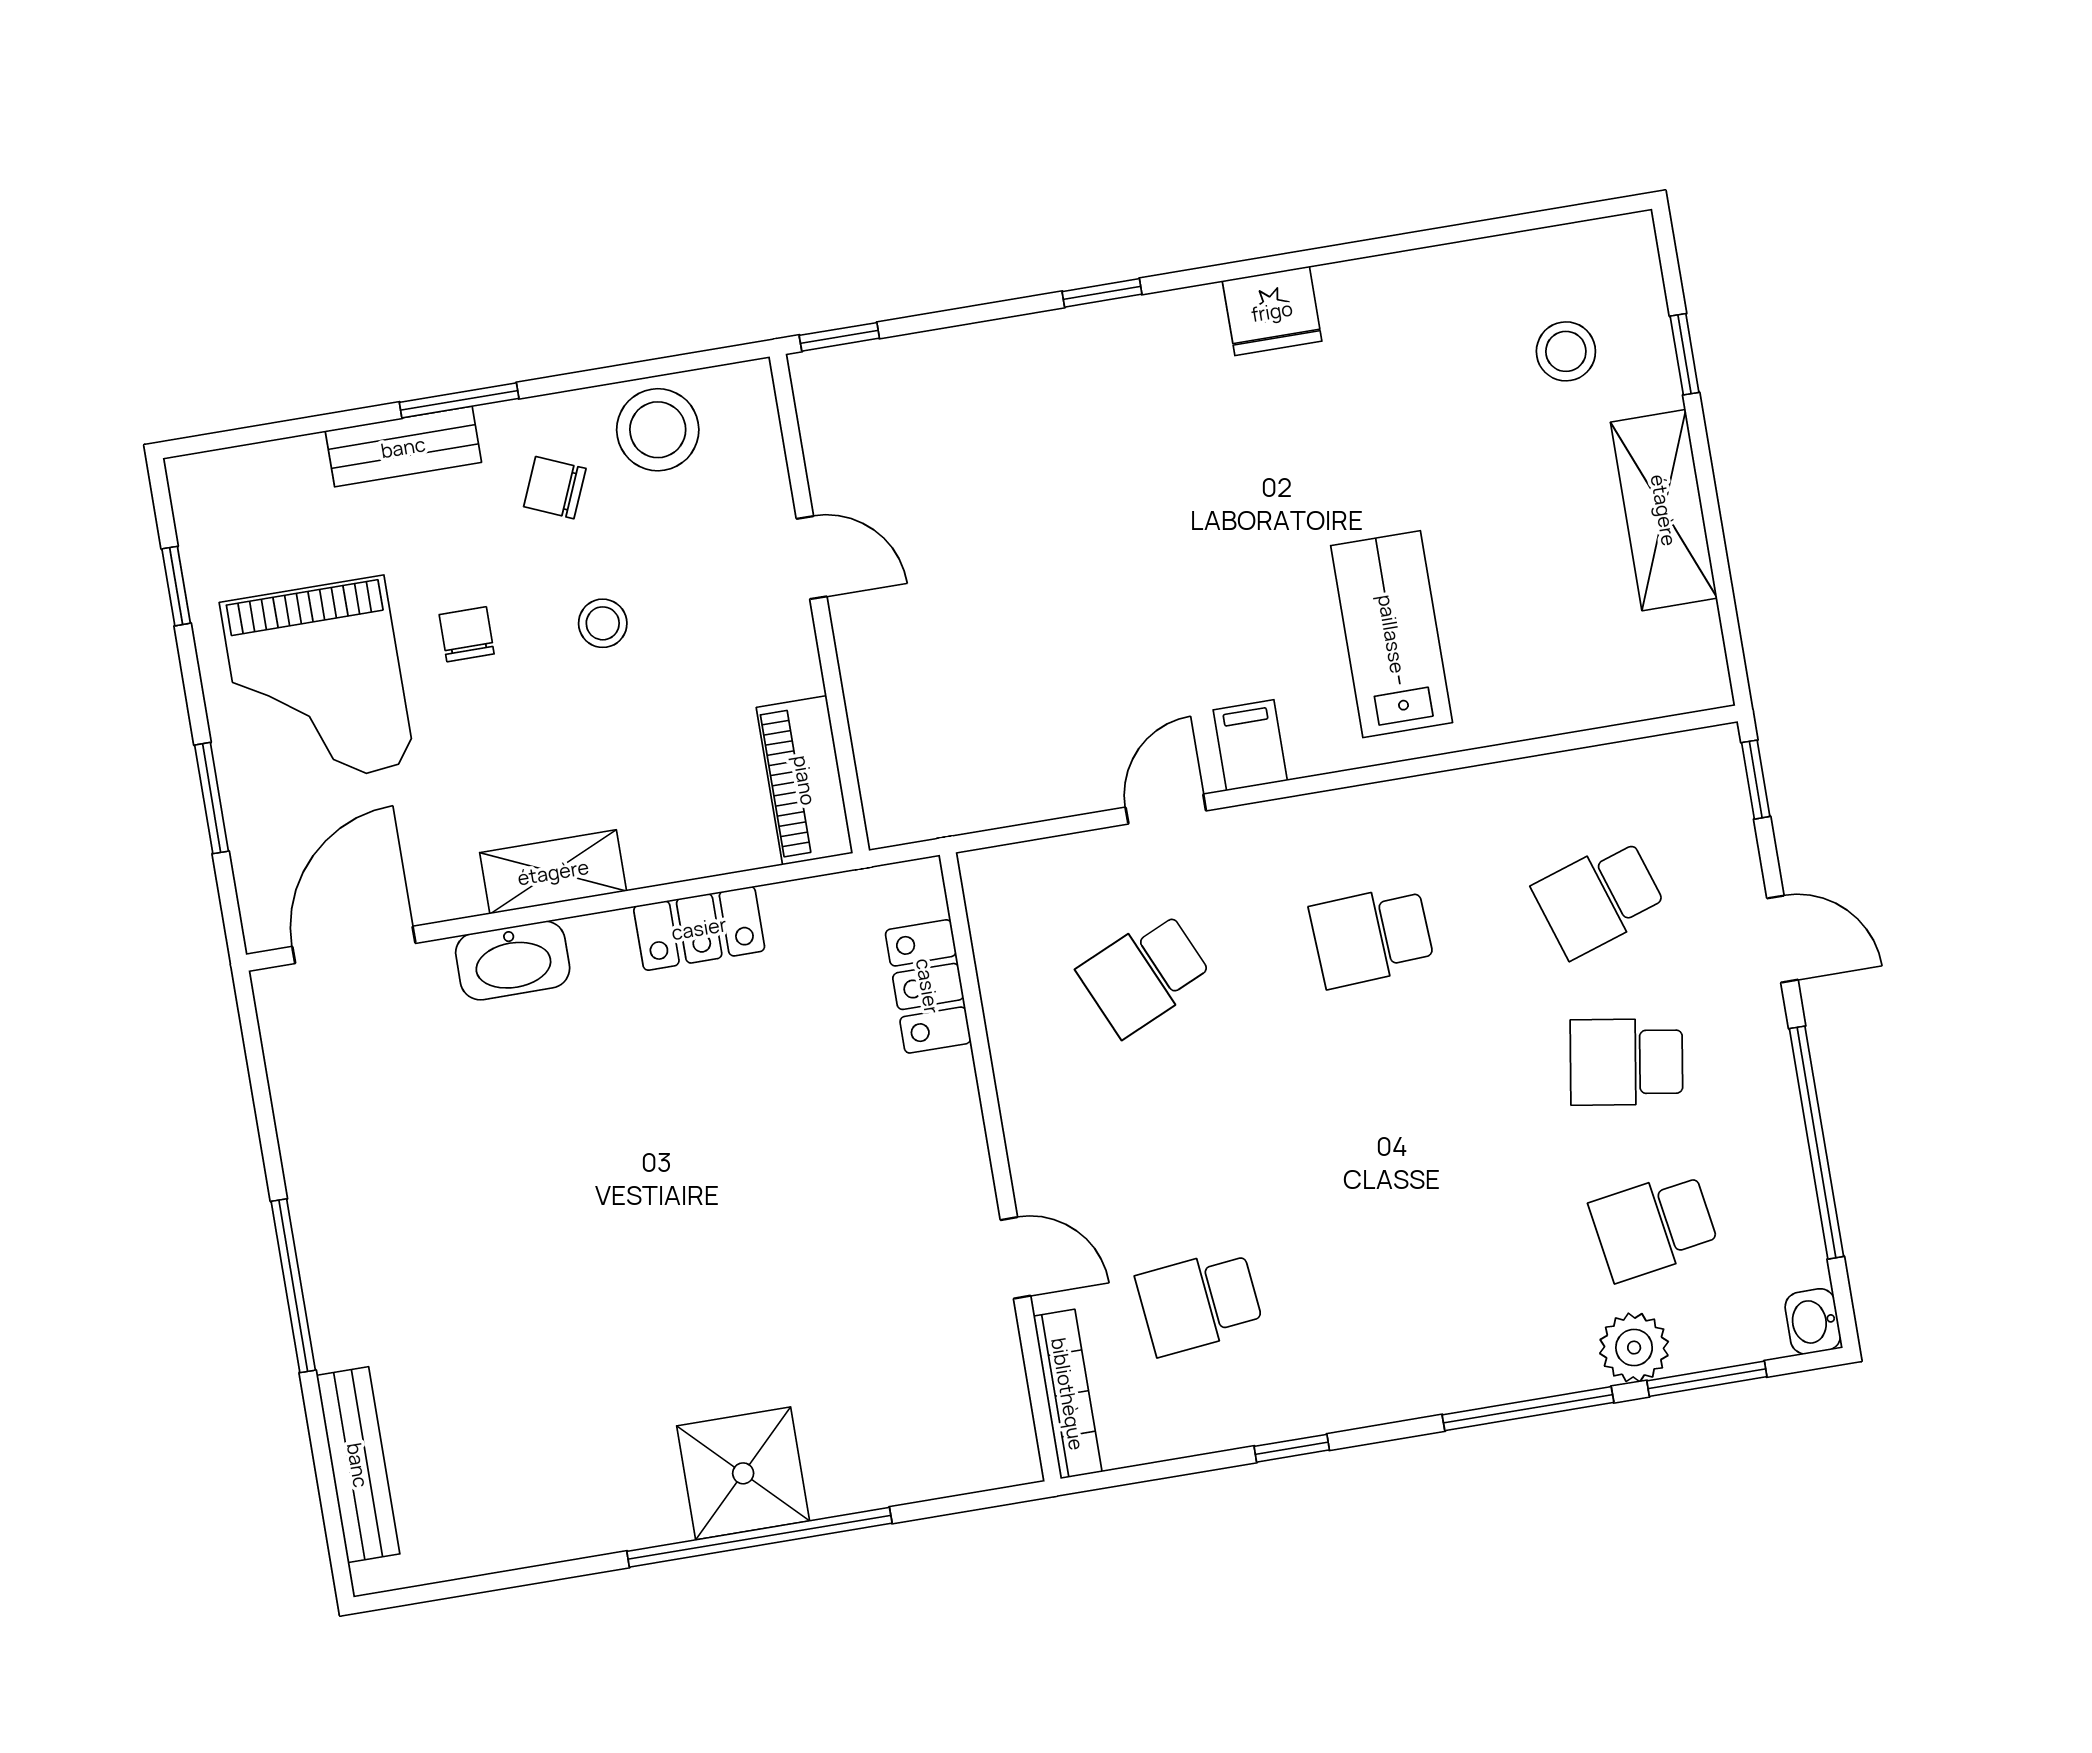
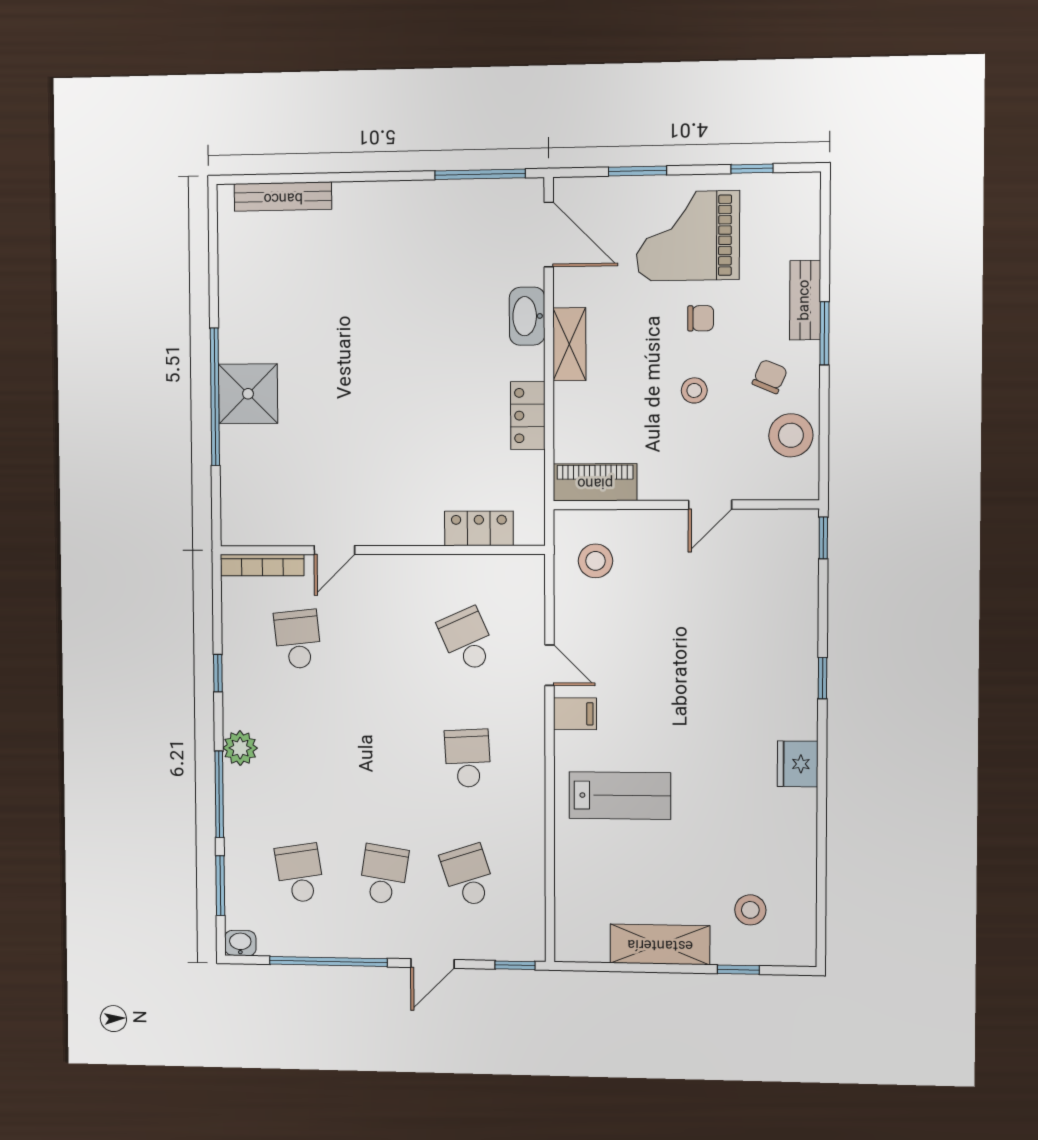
stool: (953, 755) -> (595, 561), added
window: (293, 1286) -> (480, 174), moved
plant: (1634, 1348) -> (240, 748), moved

